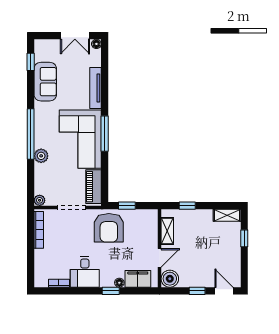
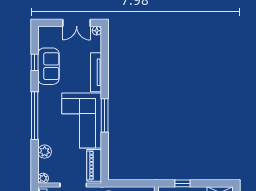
window: (31, 62) -> (35, 62), moved
plant: (41, 156) -> (45, 152), moved
window: (127, 206) -> (125, 183), removed

